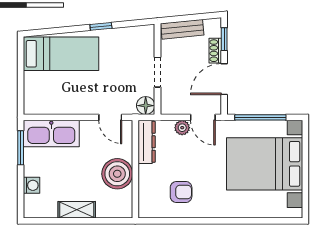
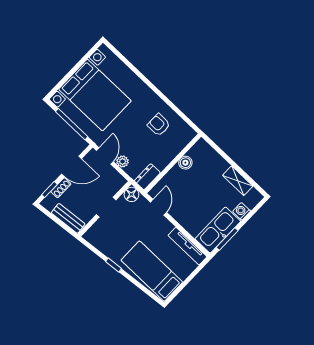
tv unit: (50, 107) -> (187, 246), added
kitchen sink: (51, 133) -> (218, 230), moved, turned -90
dresser: (147, 142) -> (147, 177), width x0.70
boiler: (117, 174) -> (185, 163), width x0.54, depth x0.54
shelving: (77, 210) -> (238, 181), moved

